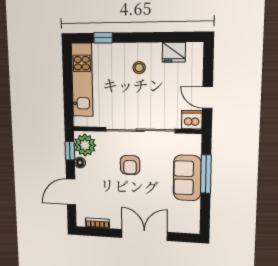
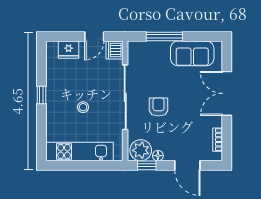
window: (103, 38) -> (41, 95), moved
fridge: (174, 52) -> (69, 50), moved, turned 90
stool: (139, 68) -> (83, 107), moved
armchair: (130, 165) -> (158, 107), turned -90
sofa: (187, 178) -> (192, 53), moved

